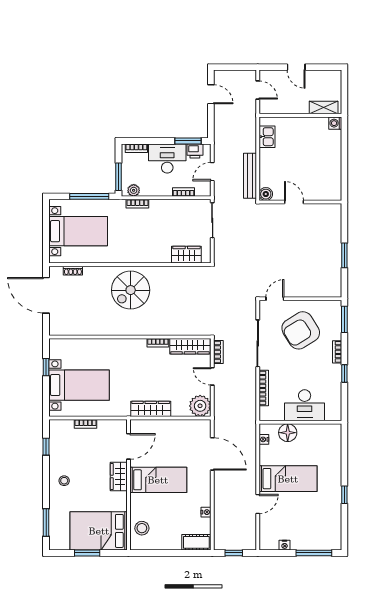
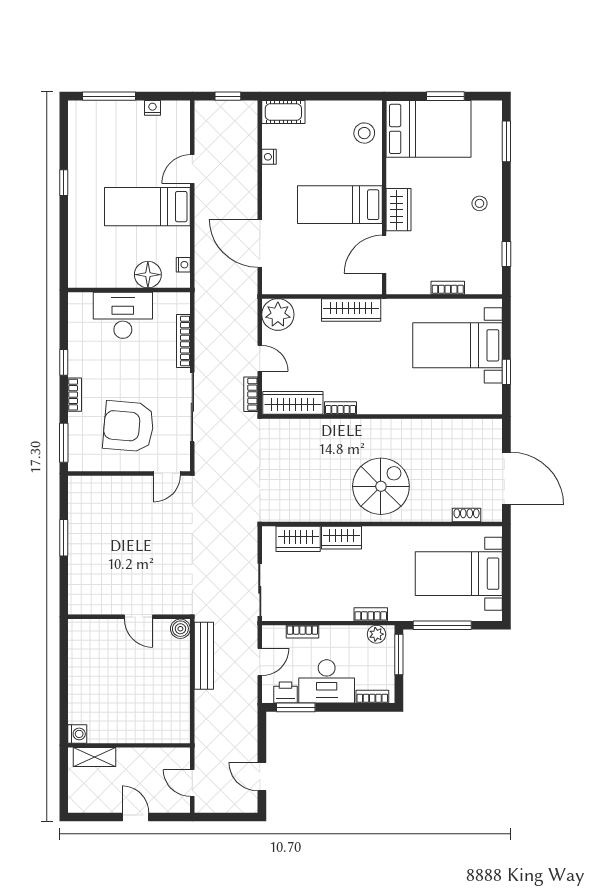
kitchen sink: (267, 137) -> (178, 714), removed
wardrobe: (157, 255) -> (342, 538), added
armchair: (301, 330) -> (129, 426), turned -143

